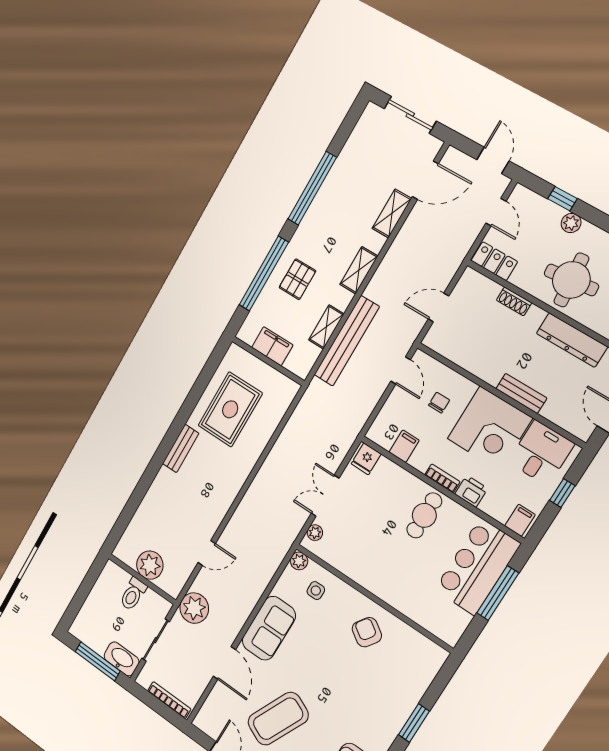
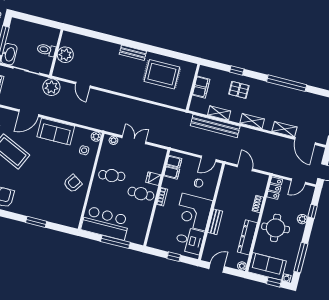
window: (264, 274) -> (237, 71), width x0.32
fridge: (366, 459) -> (153, 179), moved
printer: (471, 491) -> (160, 213), removed
filing cabinet: (520, 520) -> (174, 162), moved
cafe table: (375, 557) -> (112, 176), added
bar counter: (477, 567) -> (105, 223), moved

